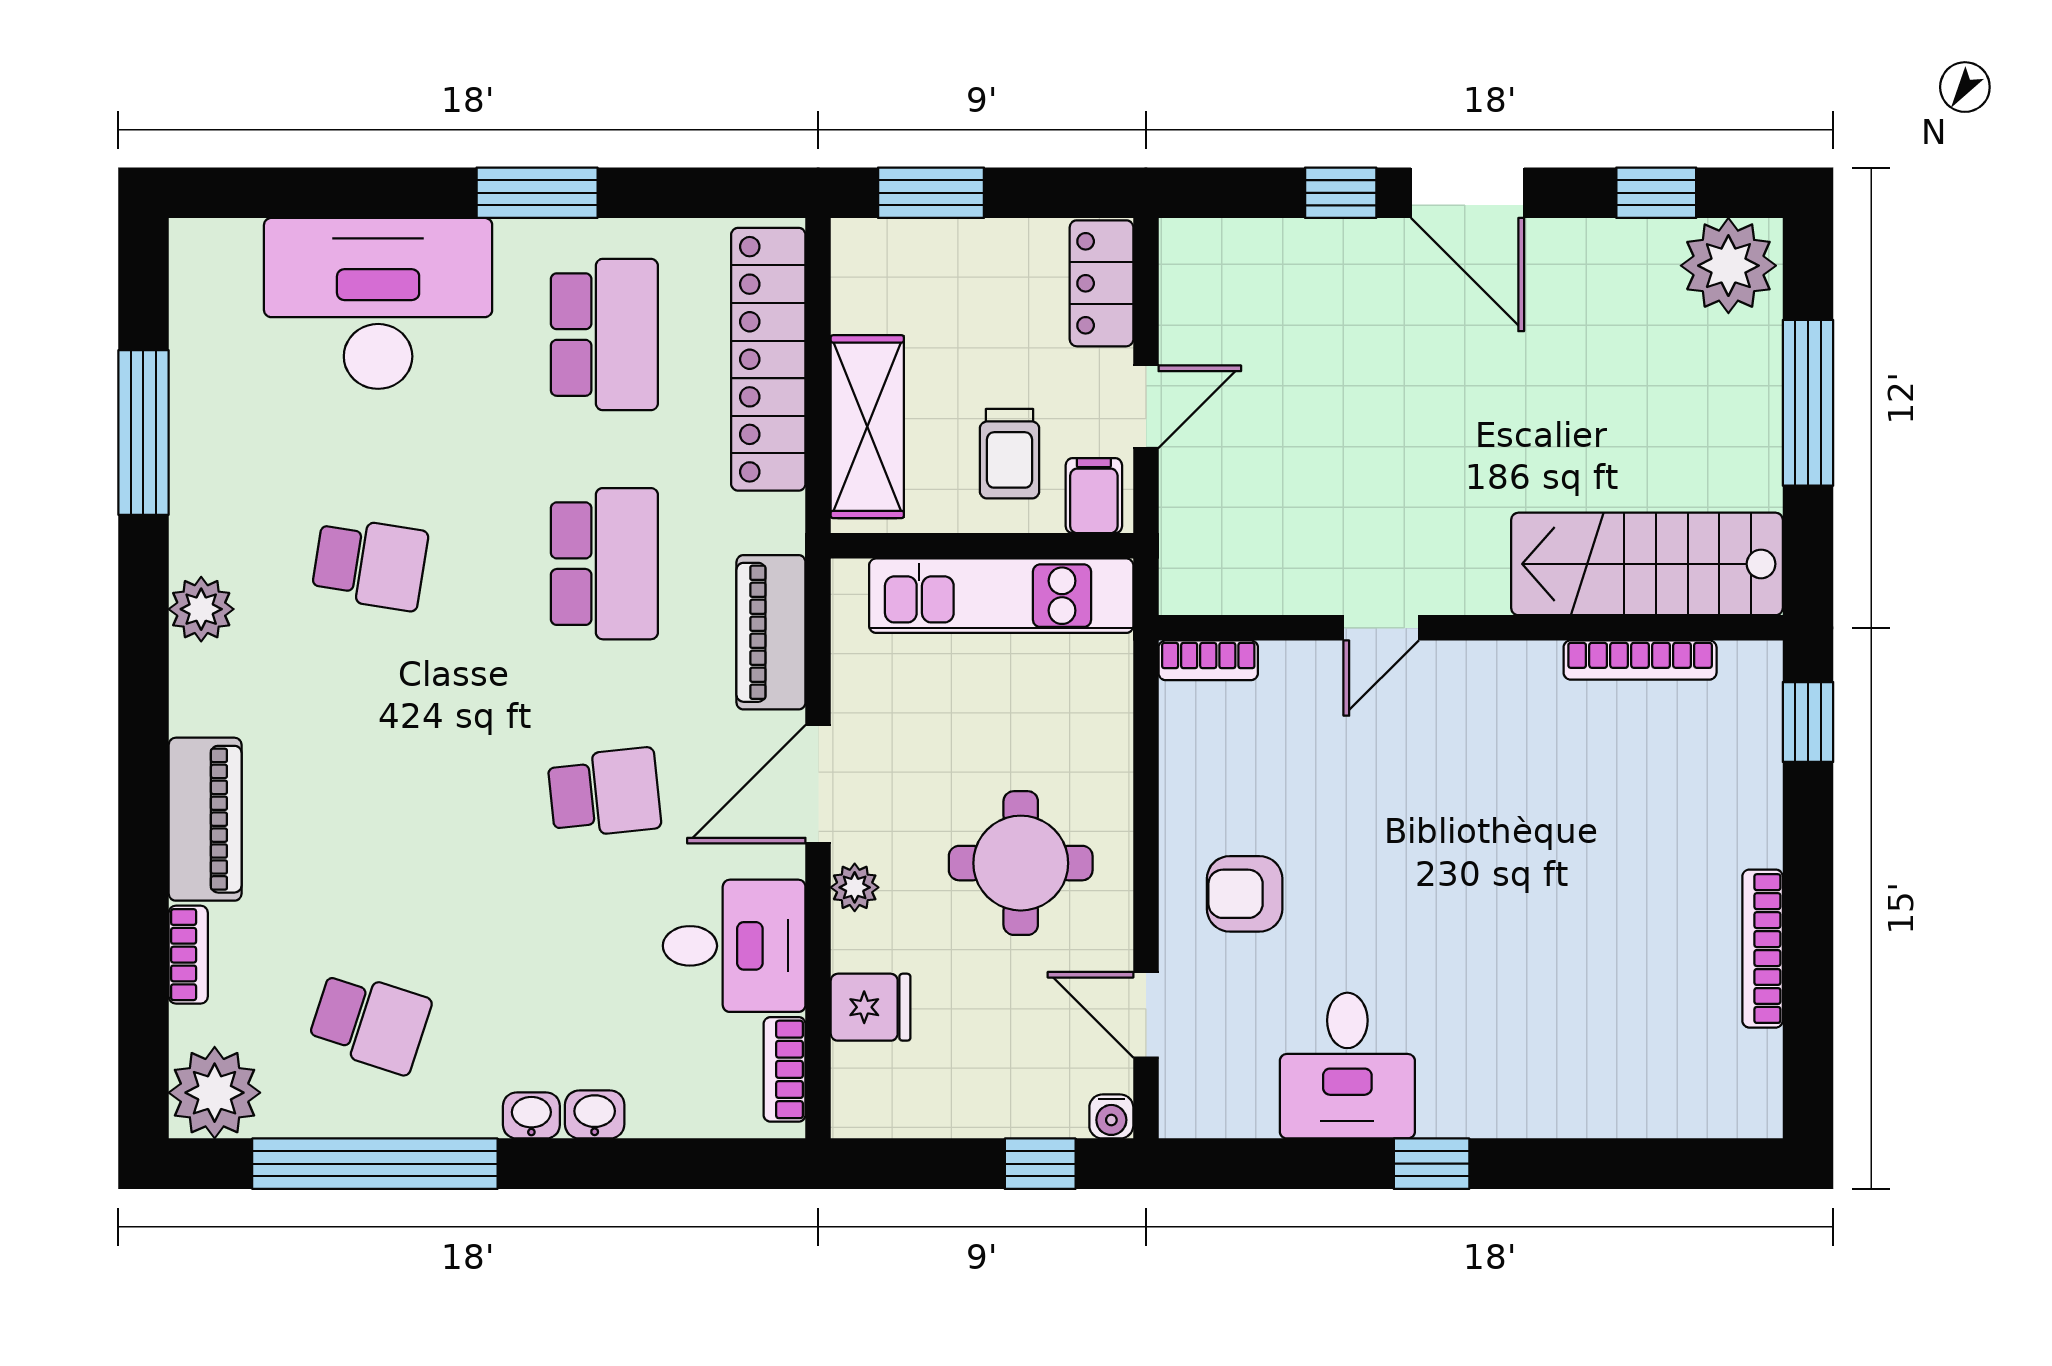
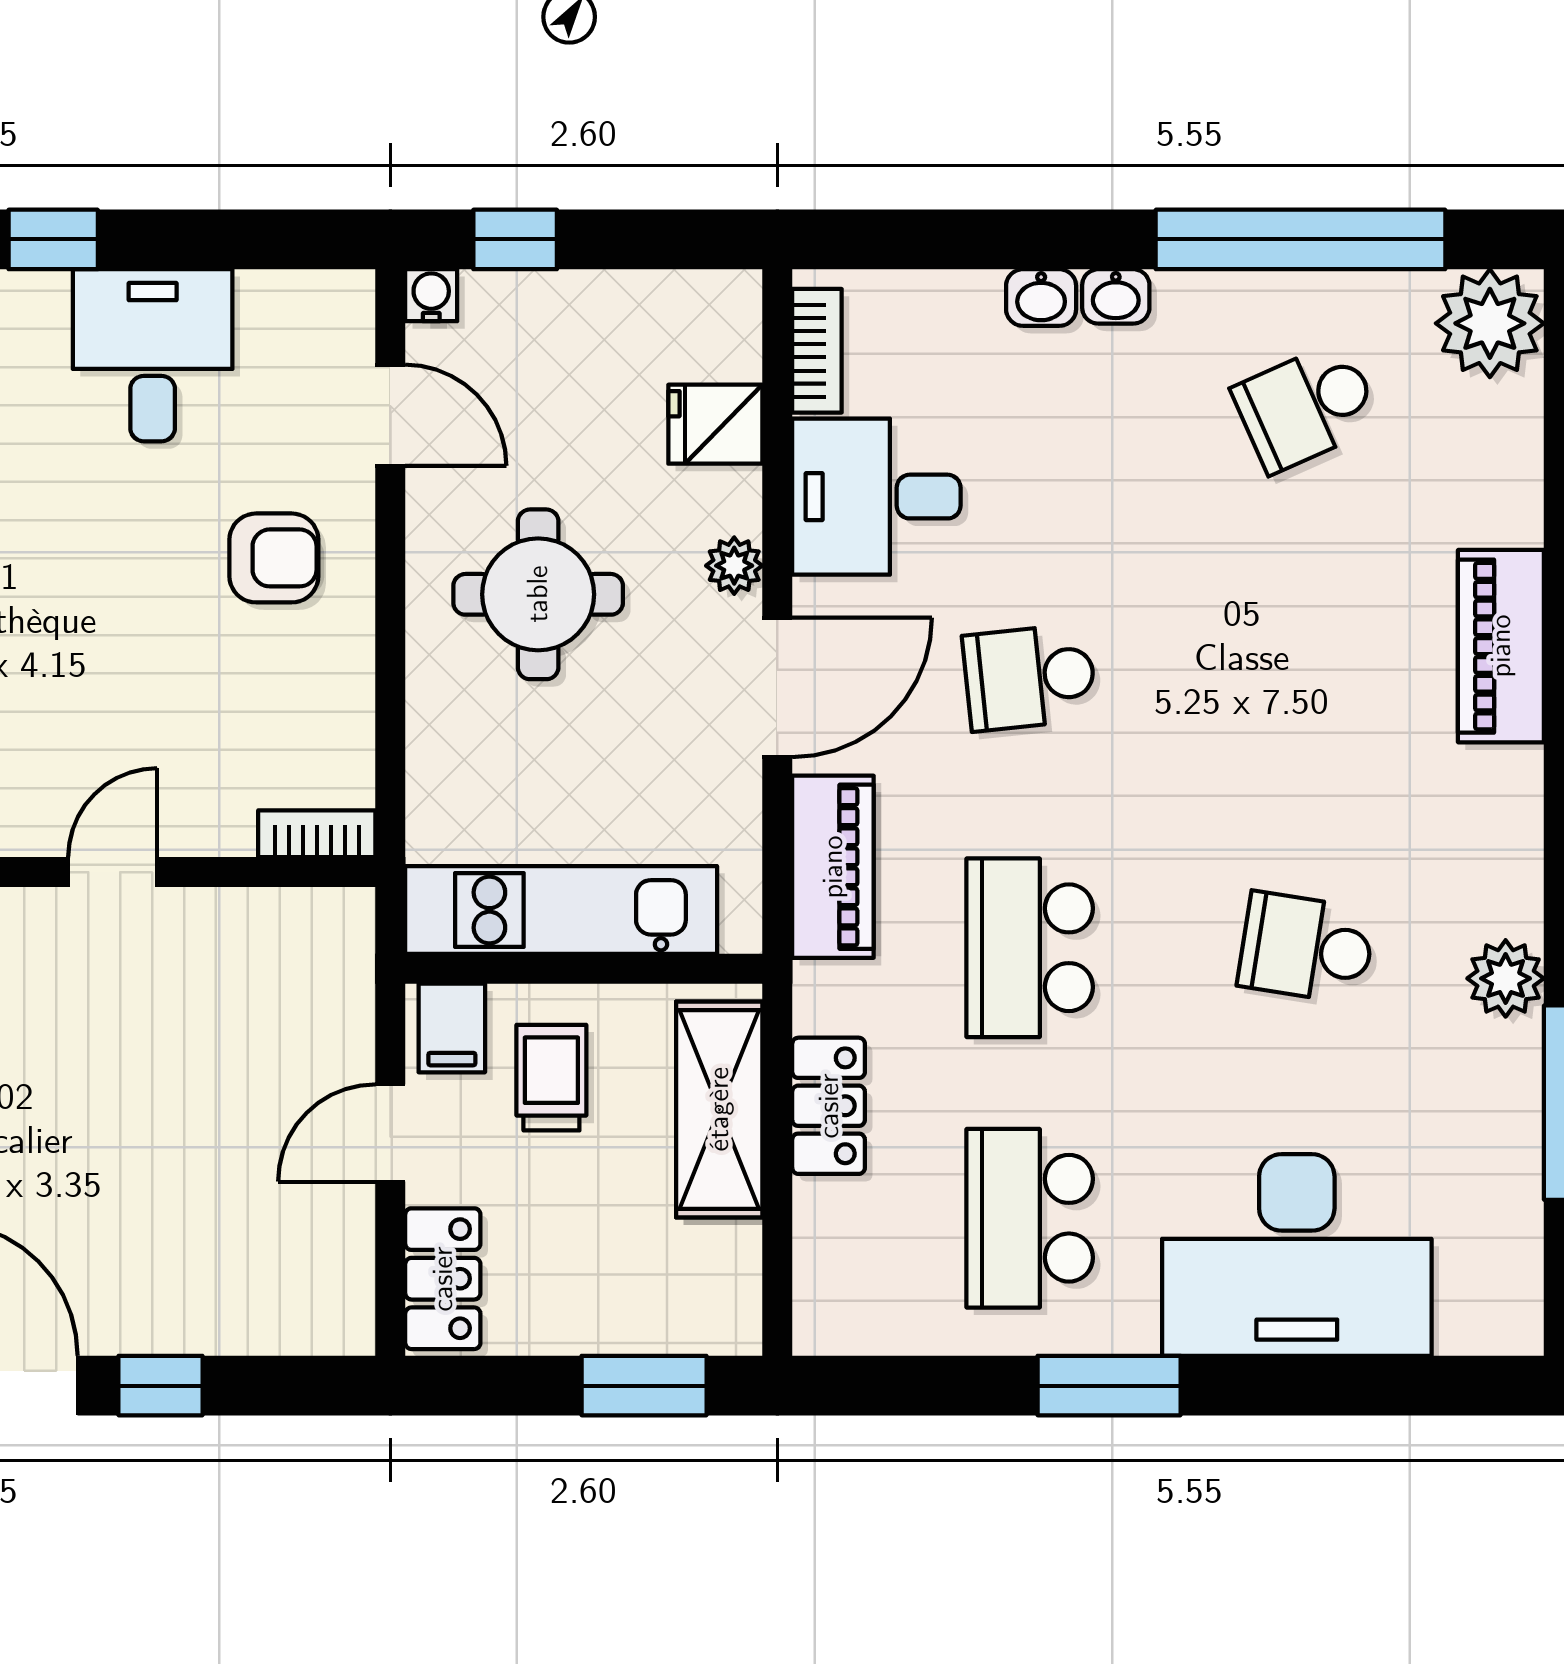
locker: (768, 359) -> (829, 1106), width x0.46, depth x0.83
plant: (201, 609) -> (1506, 978), moved
bookcase: (188, 955) -> (1521, 486), removed
school desk: (370, 1022) -> (1306, 407), turned -42

